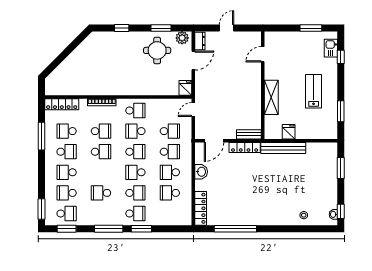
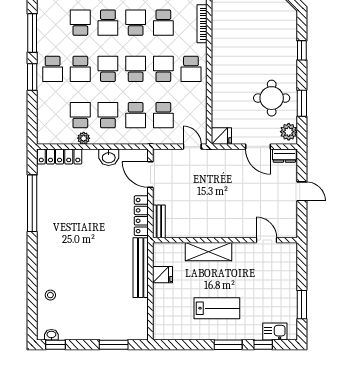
window: (341, 111) -> (228, 345), moved
school desk: (101, 152) -> (136, 23), turned 180
school desk: (135, 152) -> (136, 69), turned 180
school desk: (101, 172) -> (108, 23), added
plant: (187, 190) -> (84, 138), added

